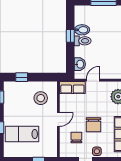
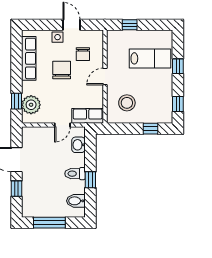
bidet: (82, 30) -> (76, 201), moved

